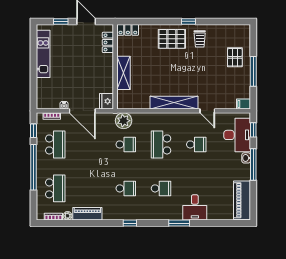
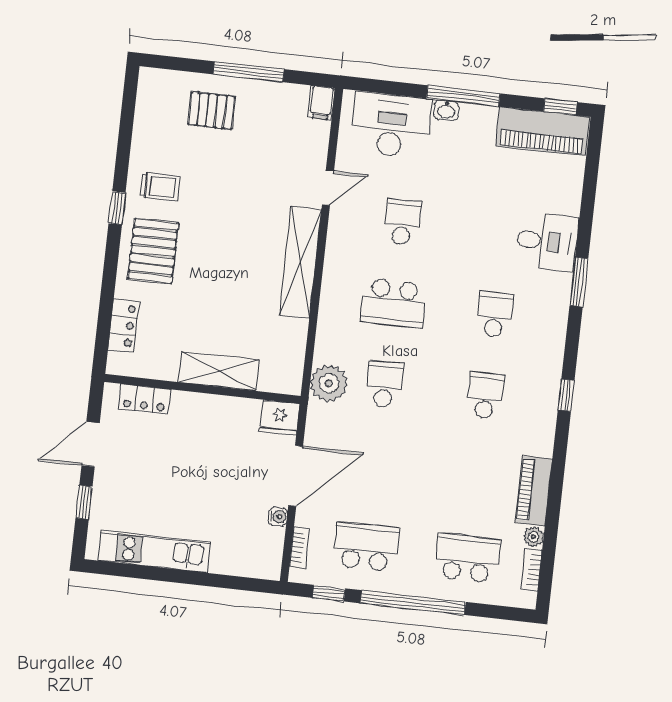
locker: (128, 30) -> (124, 325), moved
window: (253, 130) -> (560, 107), moved

